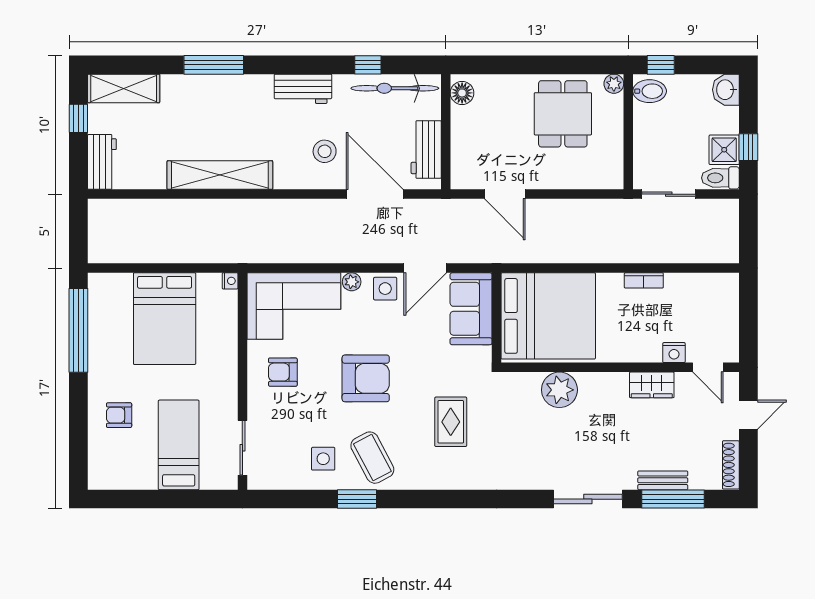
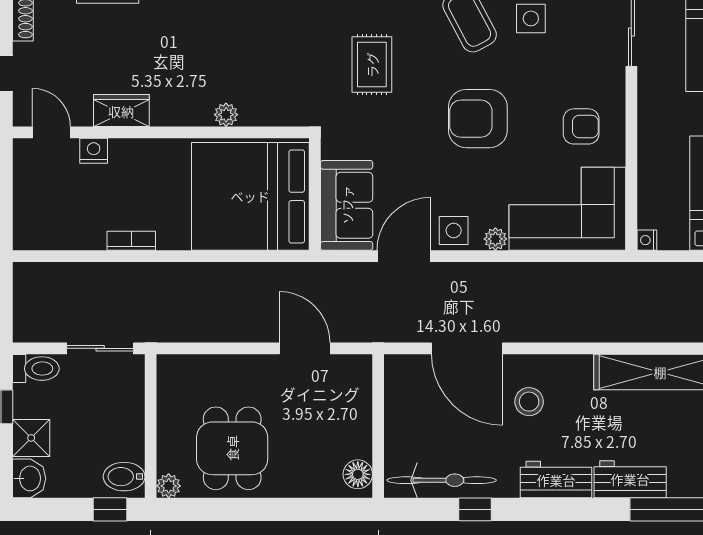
workbench: (426, 150) -> (630, 479), moved, turned -90
shower: (724, 150) -> (31, 438), moved
plant: (559, 390) -> (226, 115), width x0.53, depth x0.53

